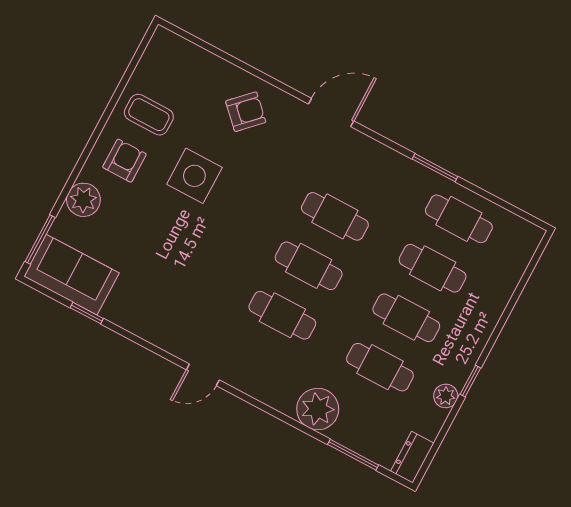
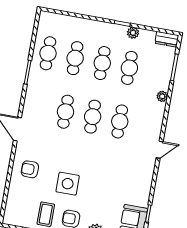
armchair: (246, 112) -> (30, 169), turned -45
door: (203, 375) -> (160, 150), hinge flipped
plant: (318, 409) -> (162, 96), width x0.53, depth x0.53

